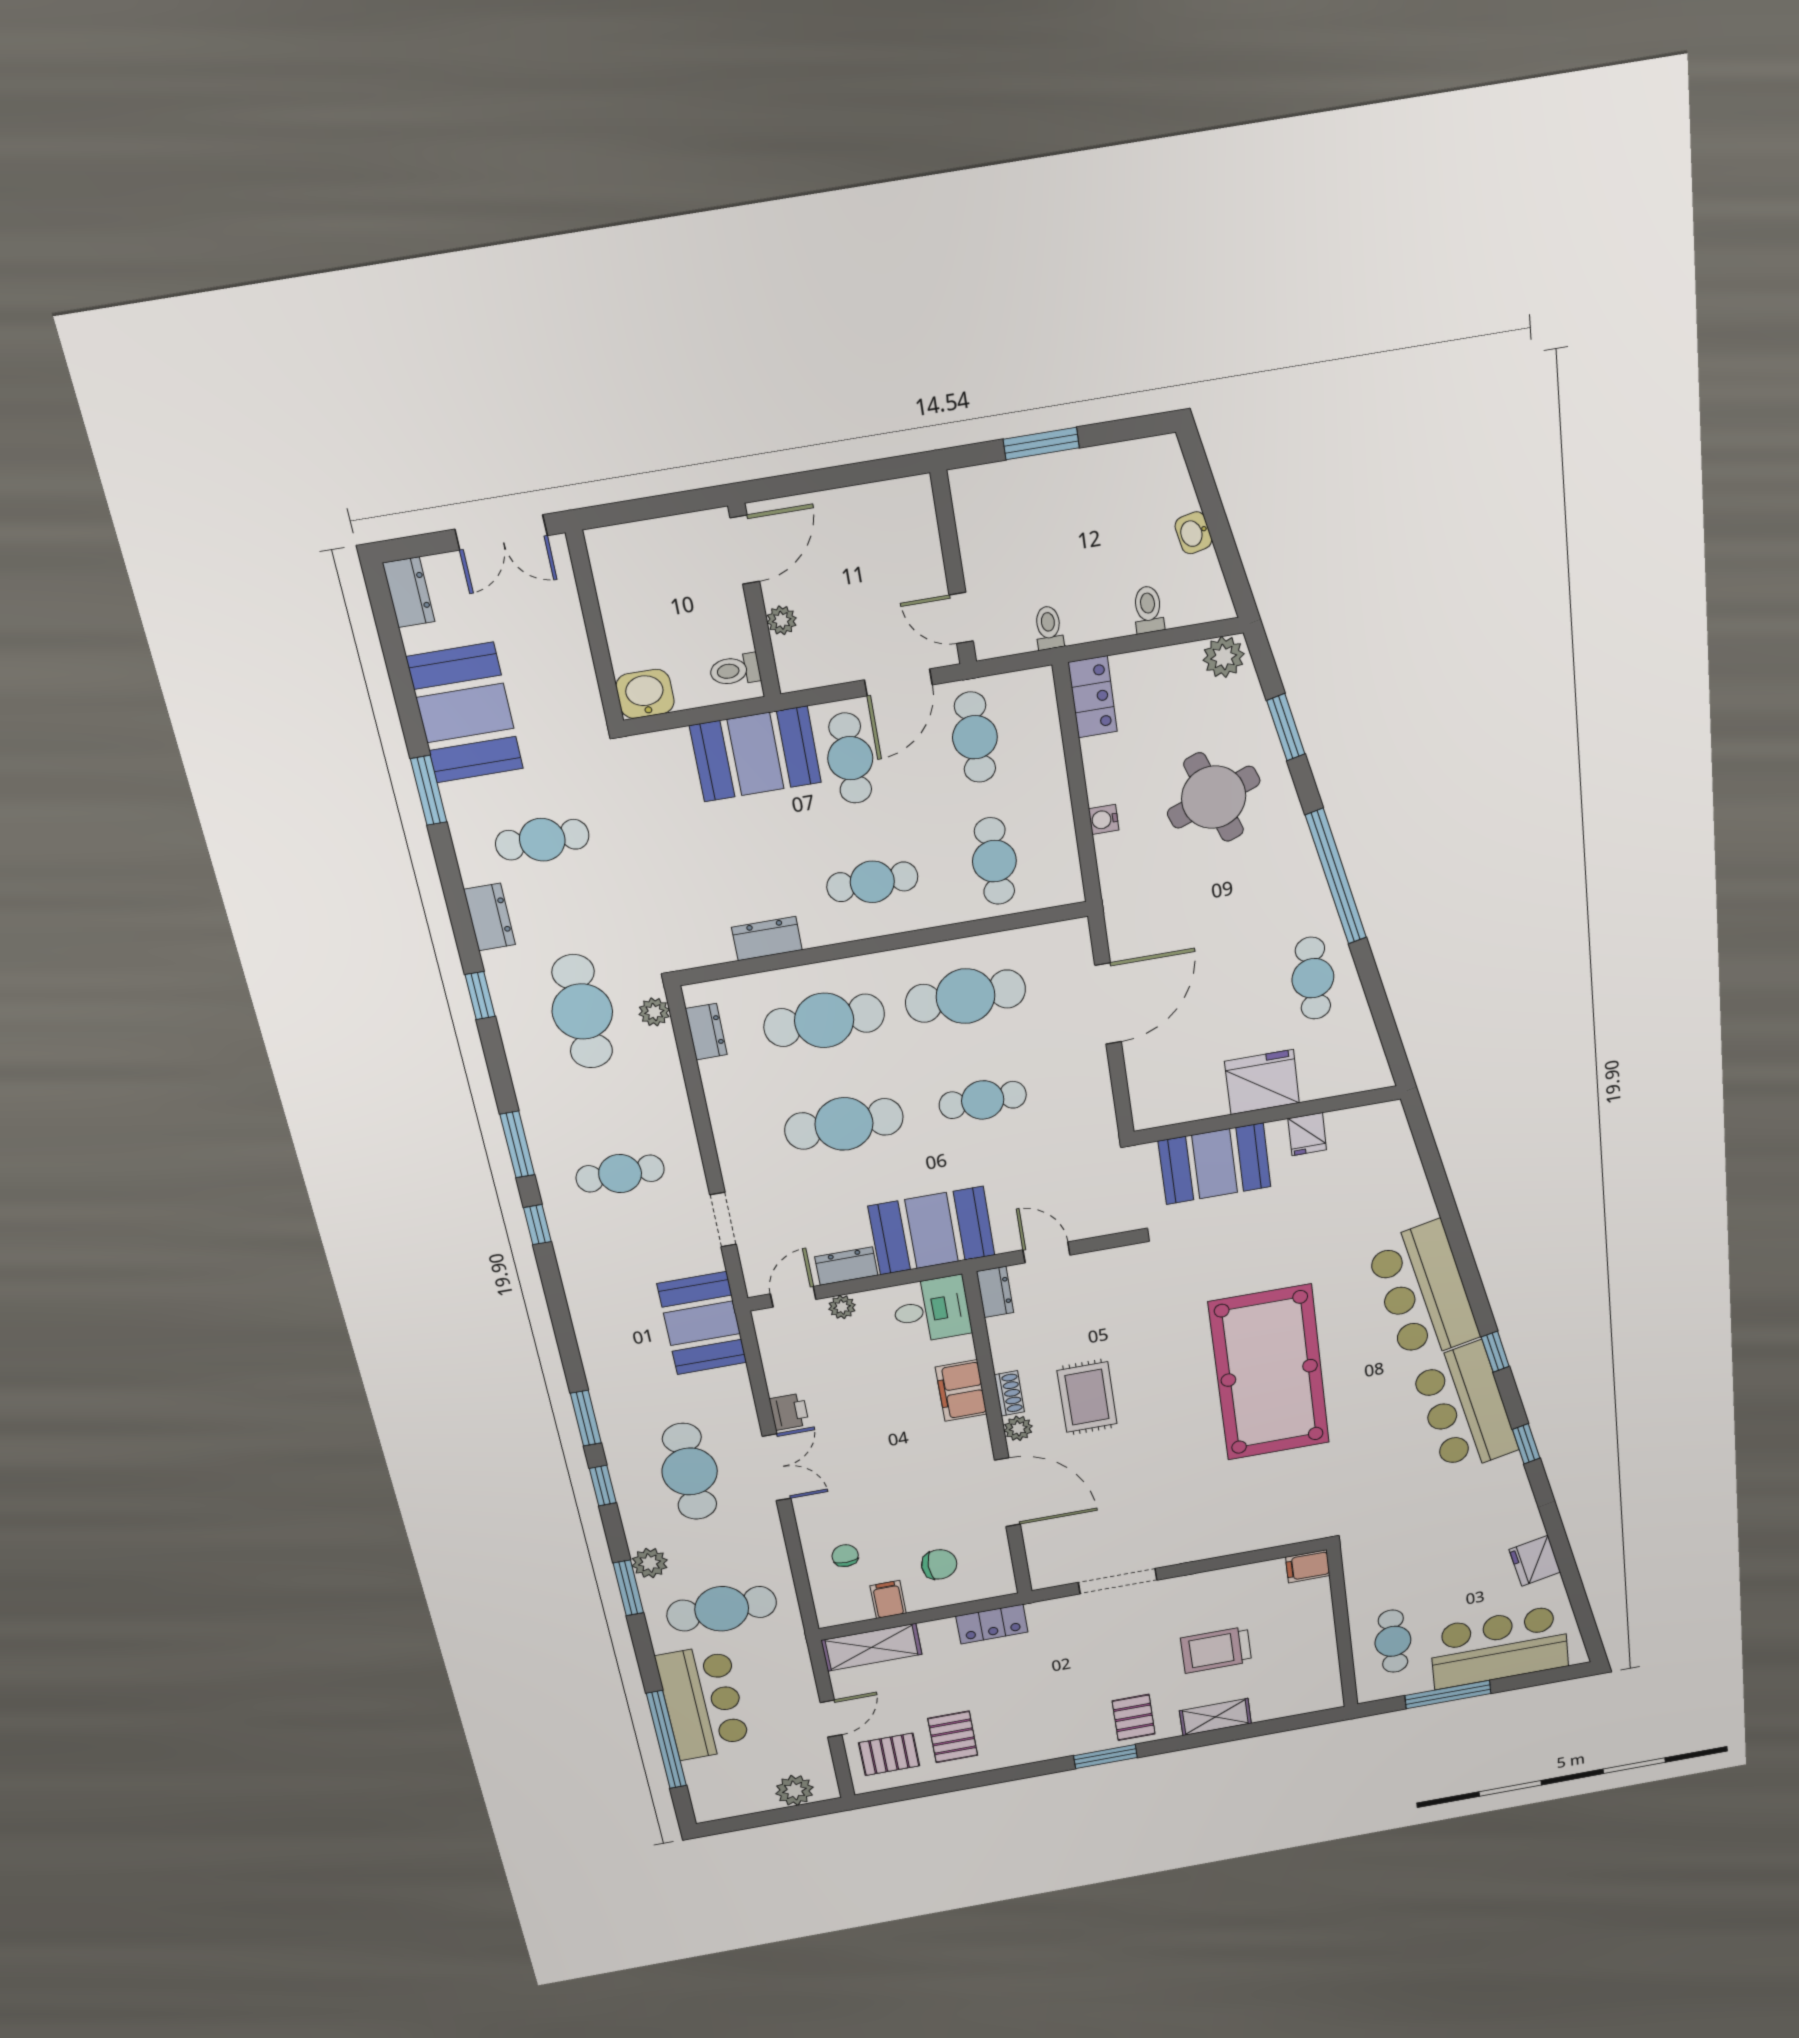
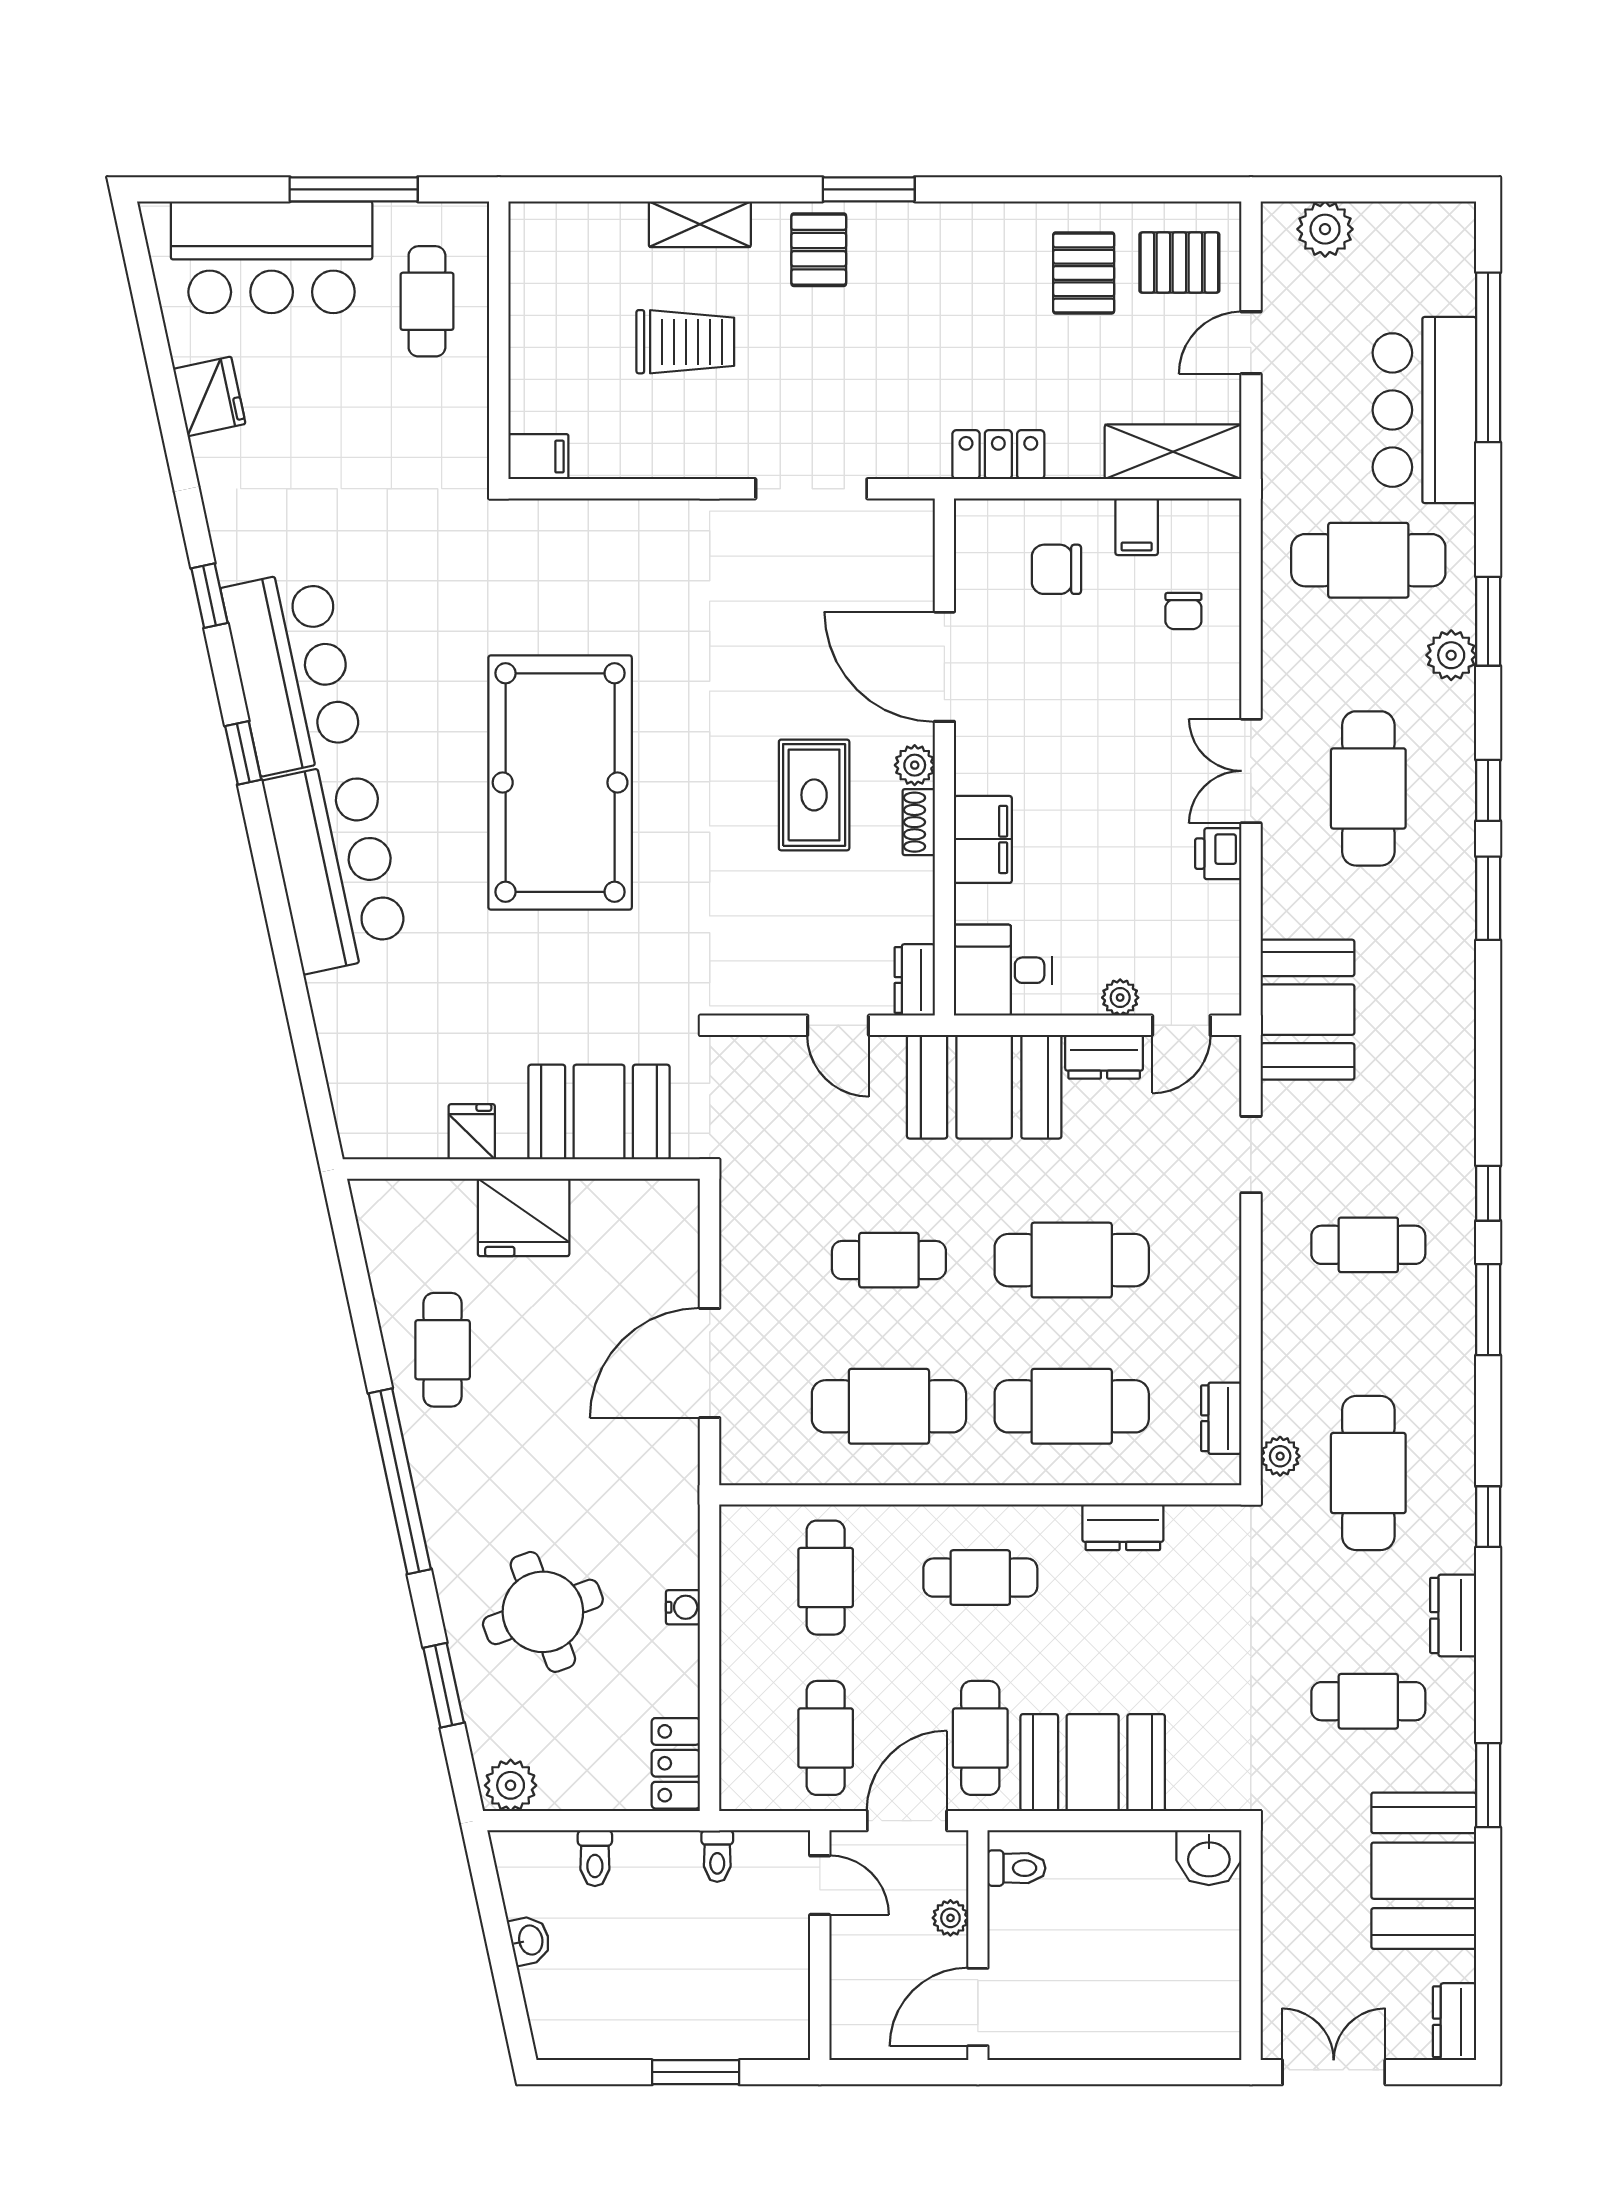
door: (745, 550) -> (978, 2007), moved
wall: (755, 601) -> (978, 1945), moved
plant: (782, 620) -> (950, 1918), moved
toilet: (735, 670) -> (1016, 1868), moved

